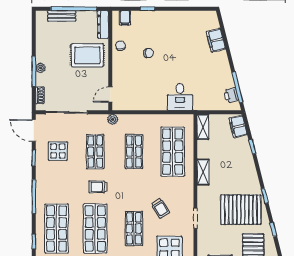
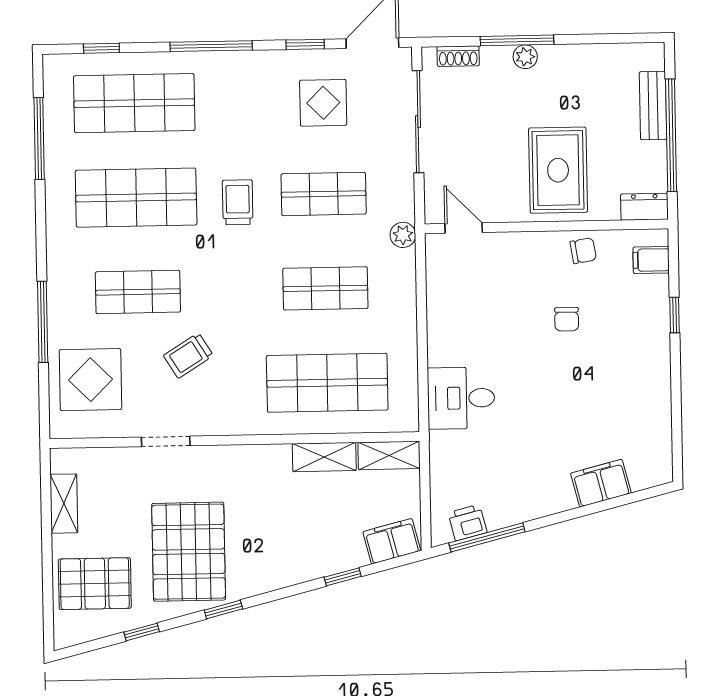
dresser: (103, 24) -> (644, 207), width x0.70
shelving: (203, 172) -> (324, 457), moved

